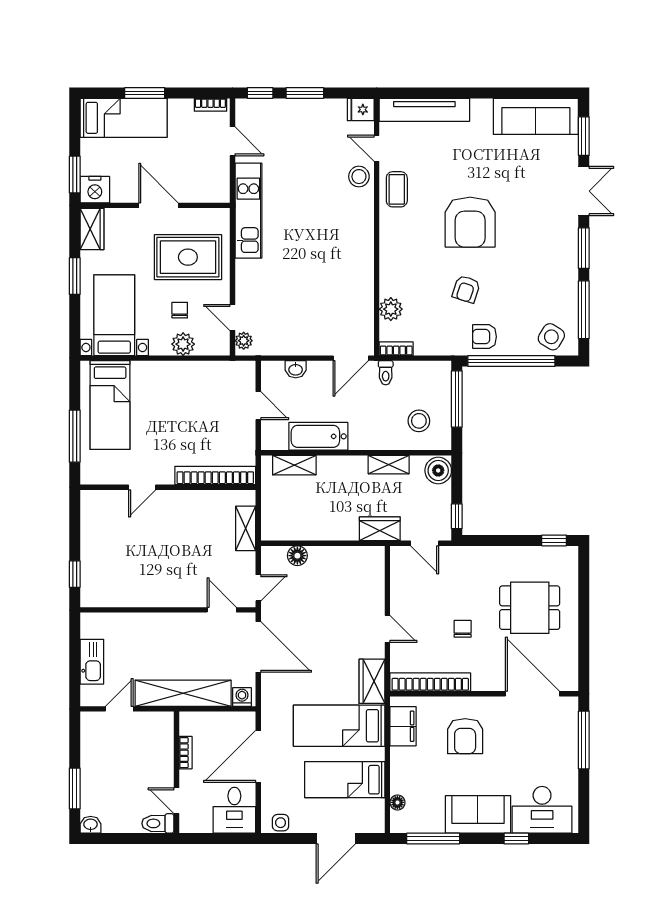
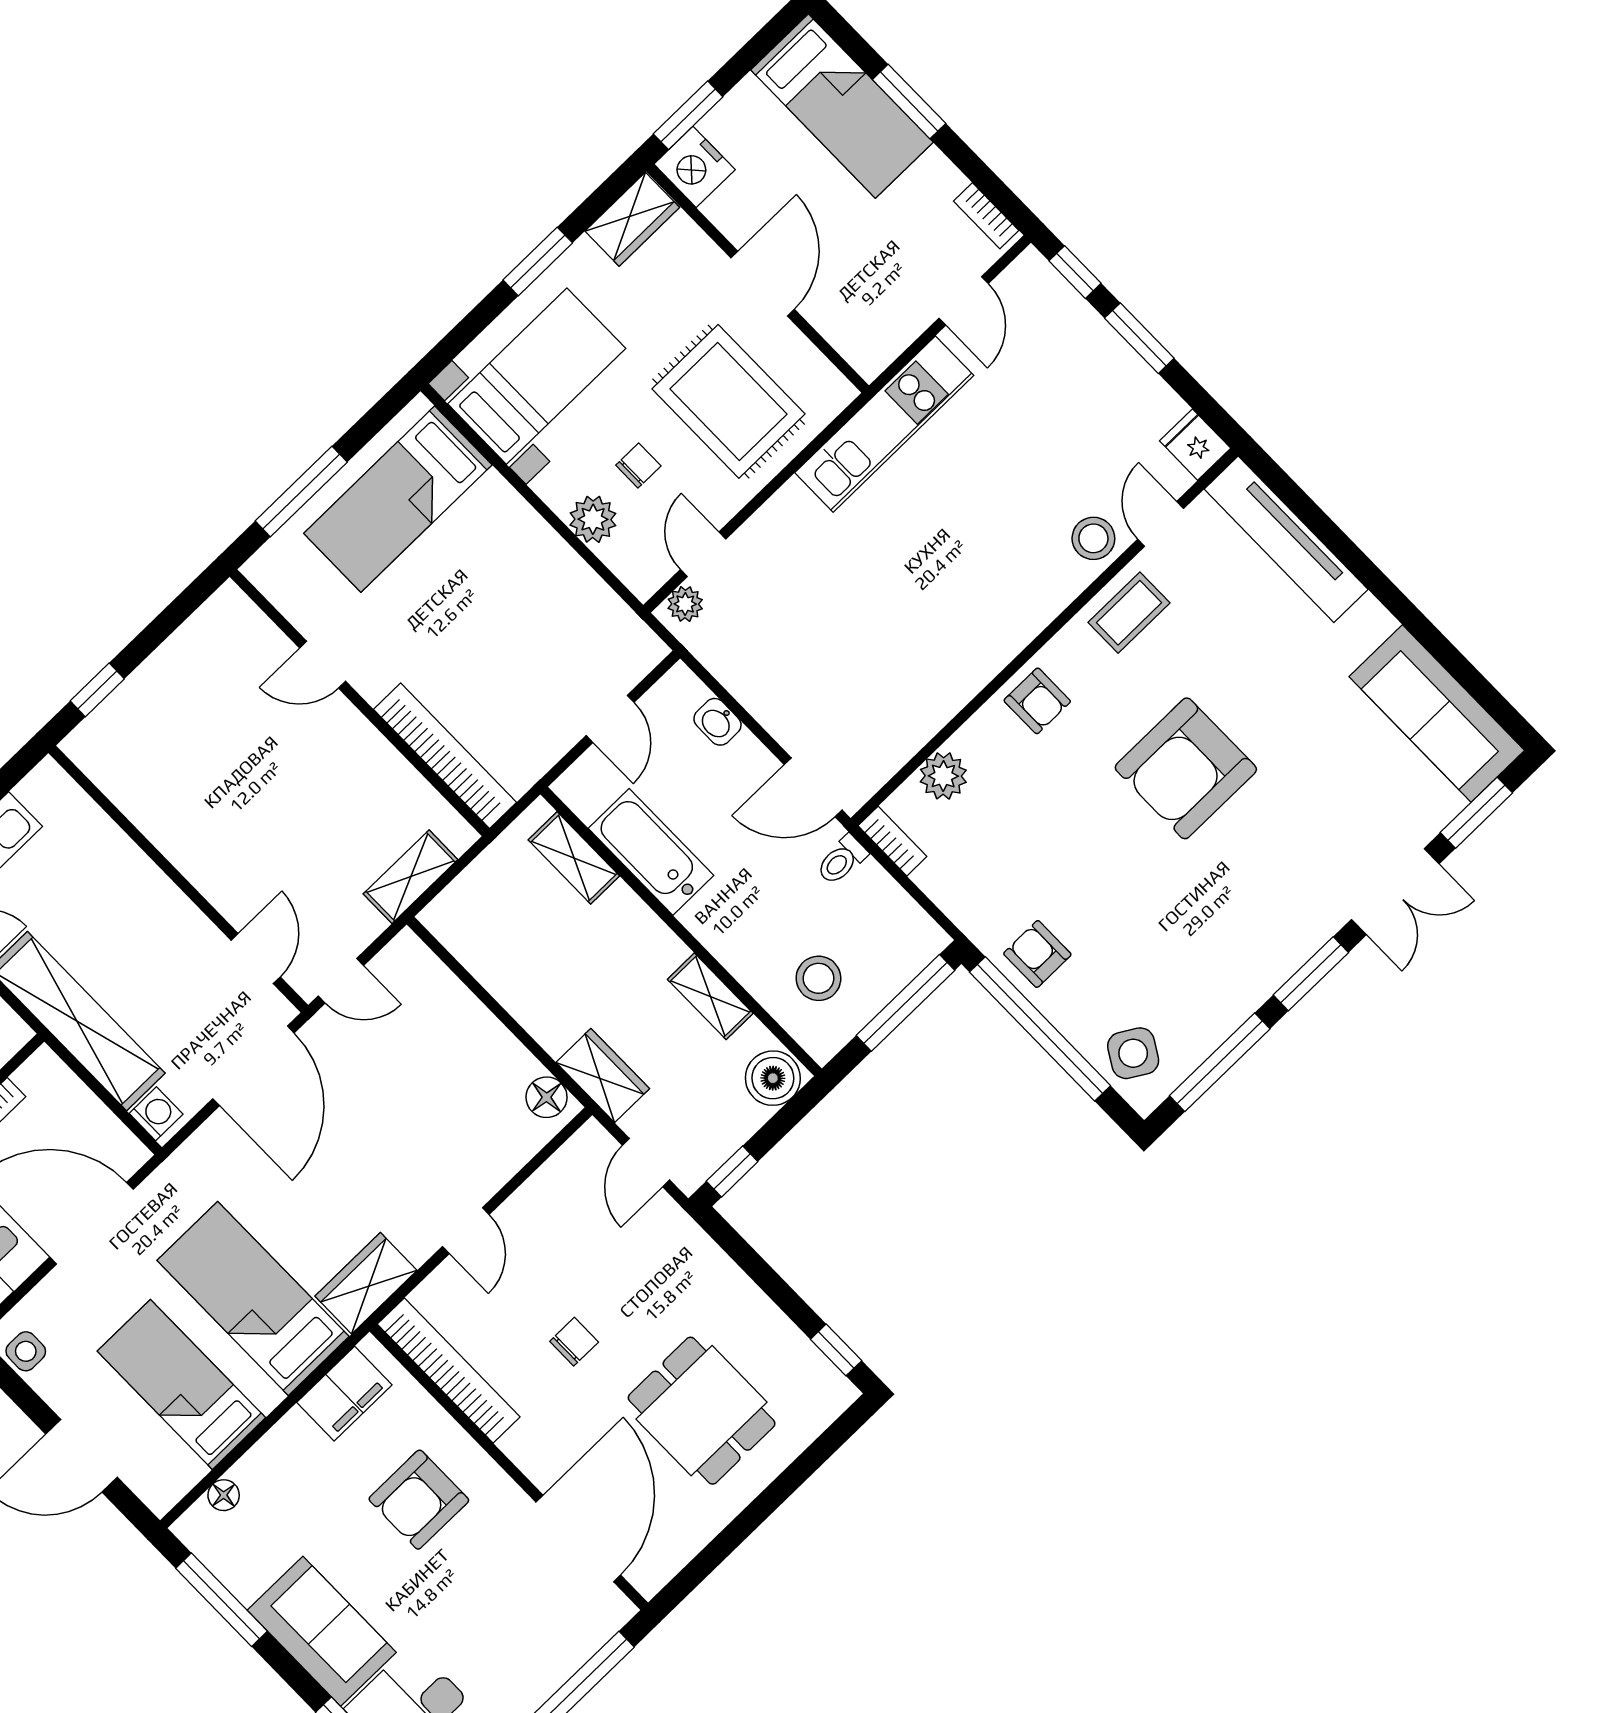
armchair: (466, 289) -> (1037, 701), moved, turned -108
floor lamp: (297, 556) -> (547, 1097), moved

